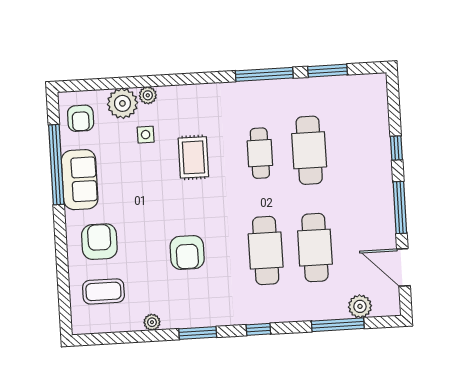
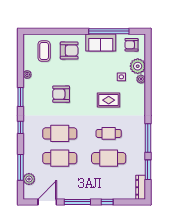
dresser: (363, 83) -> (141, 187), added

